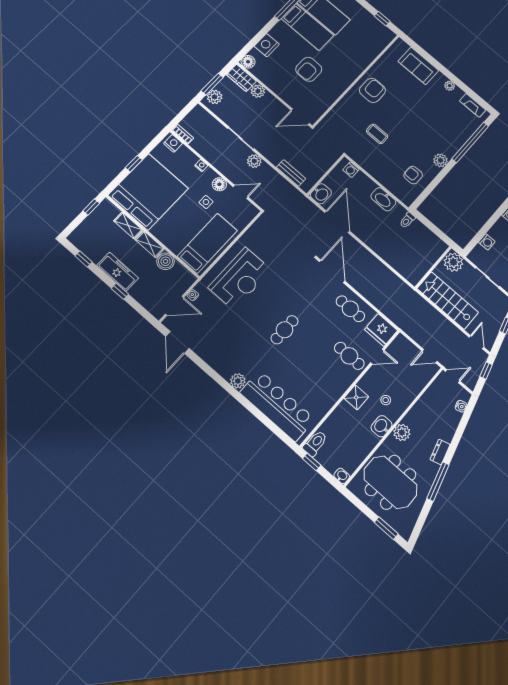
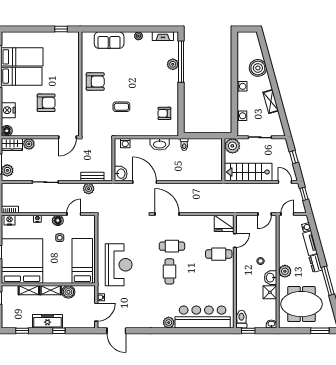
armchair: (309, 69) -> (46, 103), turned -90
armchair: (372, 90) -> (95, 82), turned 90
plant: (440, 160) -> (173, 64), moved
plant: (254, 161) -> (89, 189), moved
cafe table: (350, 309) -> (172, 246), moved
shower: (356, 397) -> (270, 292), moved
tv unit: (451, 426) -> (310, 243), added

